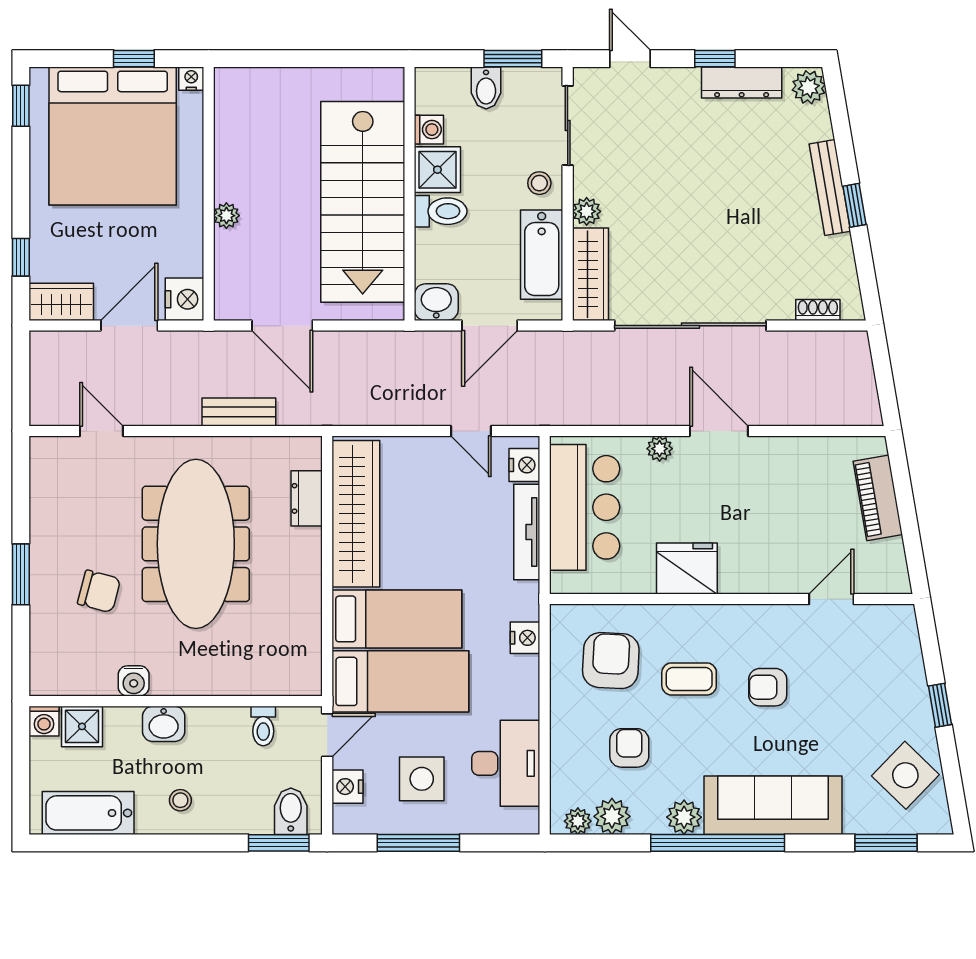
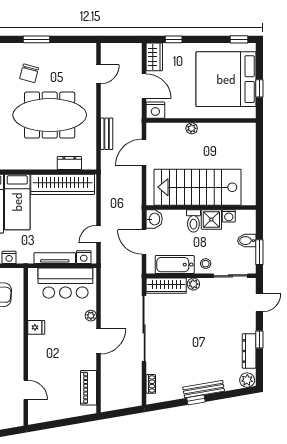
nightstand: (191, 79) -> (251, 113), removed
piano: (878, 498) -> (89, 388), moved, turned -80
fridge: (687, 568) -> (36, 327), width x0.53, depth x0.75

